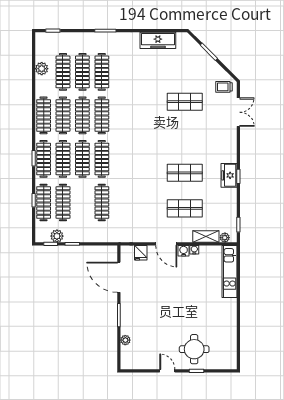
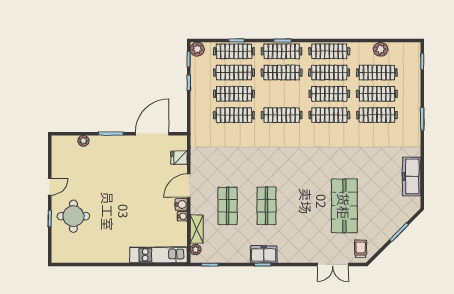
shop shelf: (185, 102) -> (344, 206), width x1.43, depth x1.36
clothes rail: (82, 159) -> (234, 94), moved
plant: (57, 236) -> (197, 49), moved

